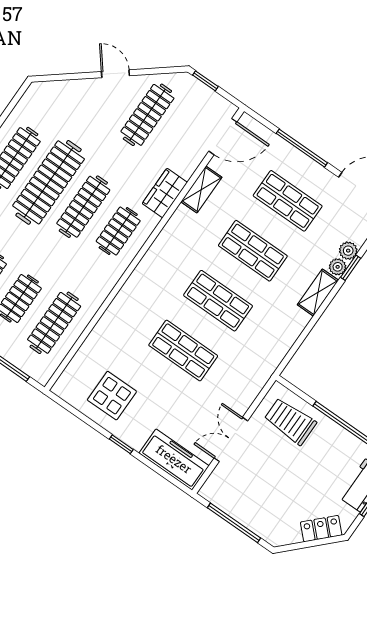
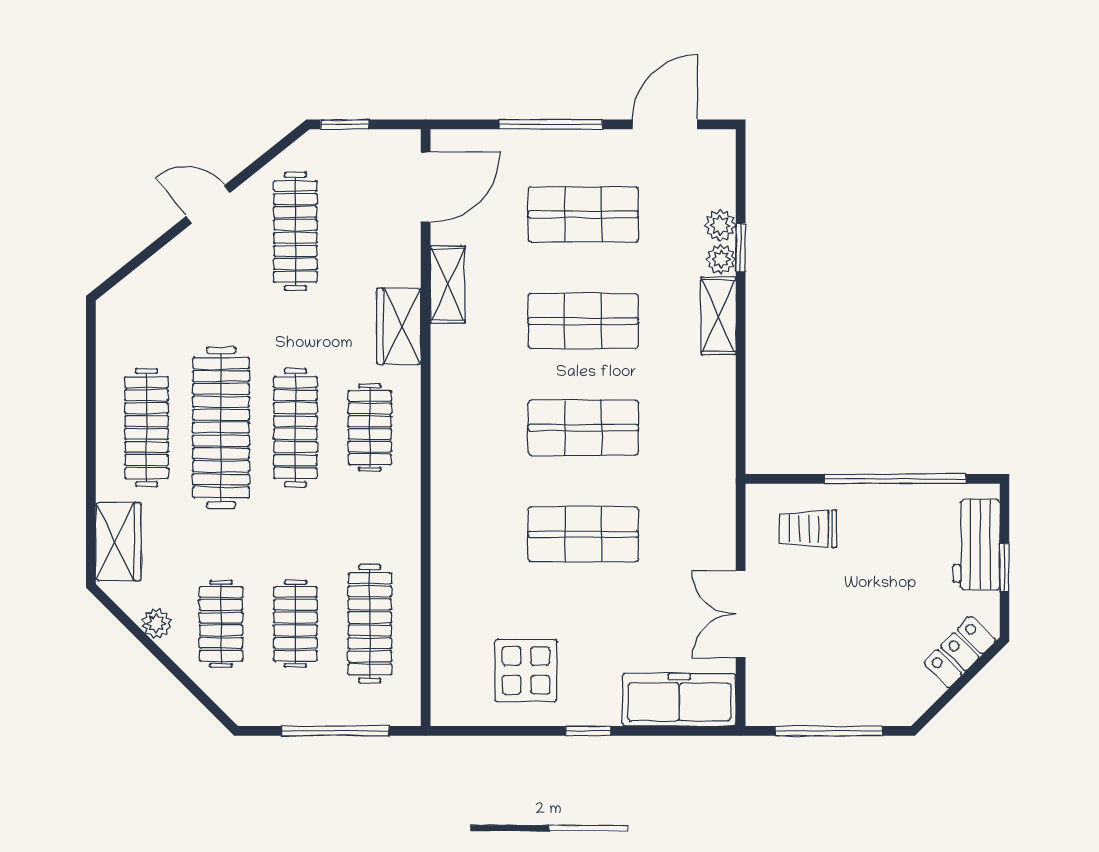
trolley: (290, 421) -> (808, 529), width x0.73, depth x0.72

